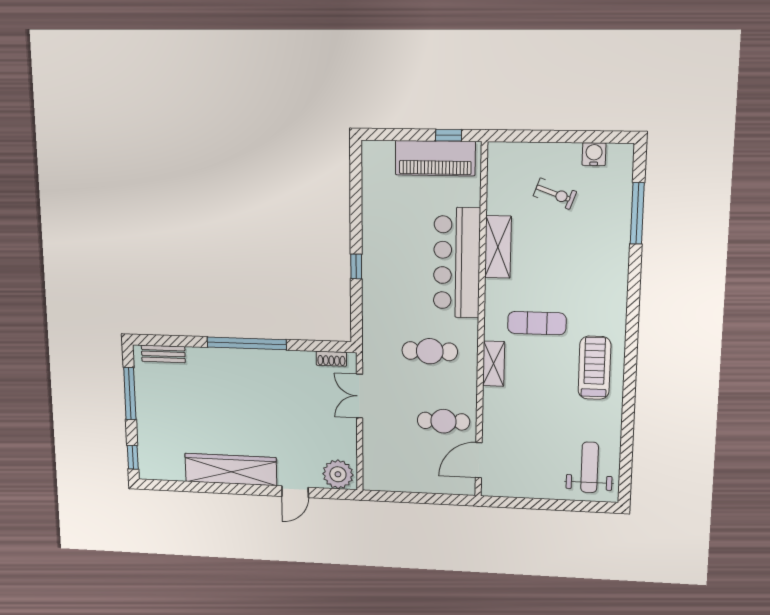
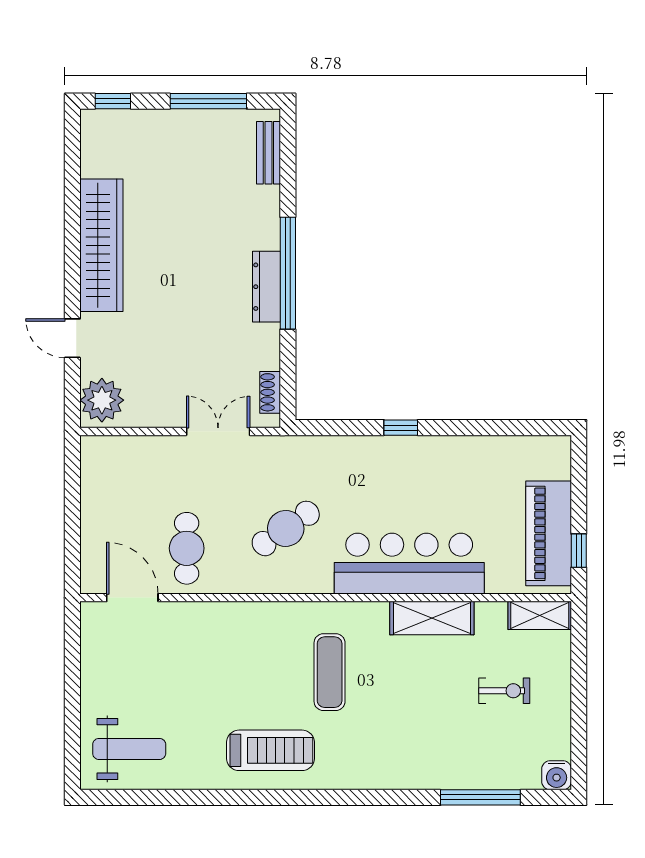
water cooler: (594, 154) -> (557, 775), moved, turned 90
exercise bike: (555, 194) -> (504, 691), turned -110
cafe table: (430, 351) -> (286, 528), turned 55
dresser: (257, 359) -> (267, 287), added
shelving: (494, 364) -> (540, 615), moved

